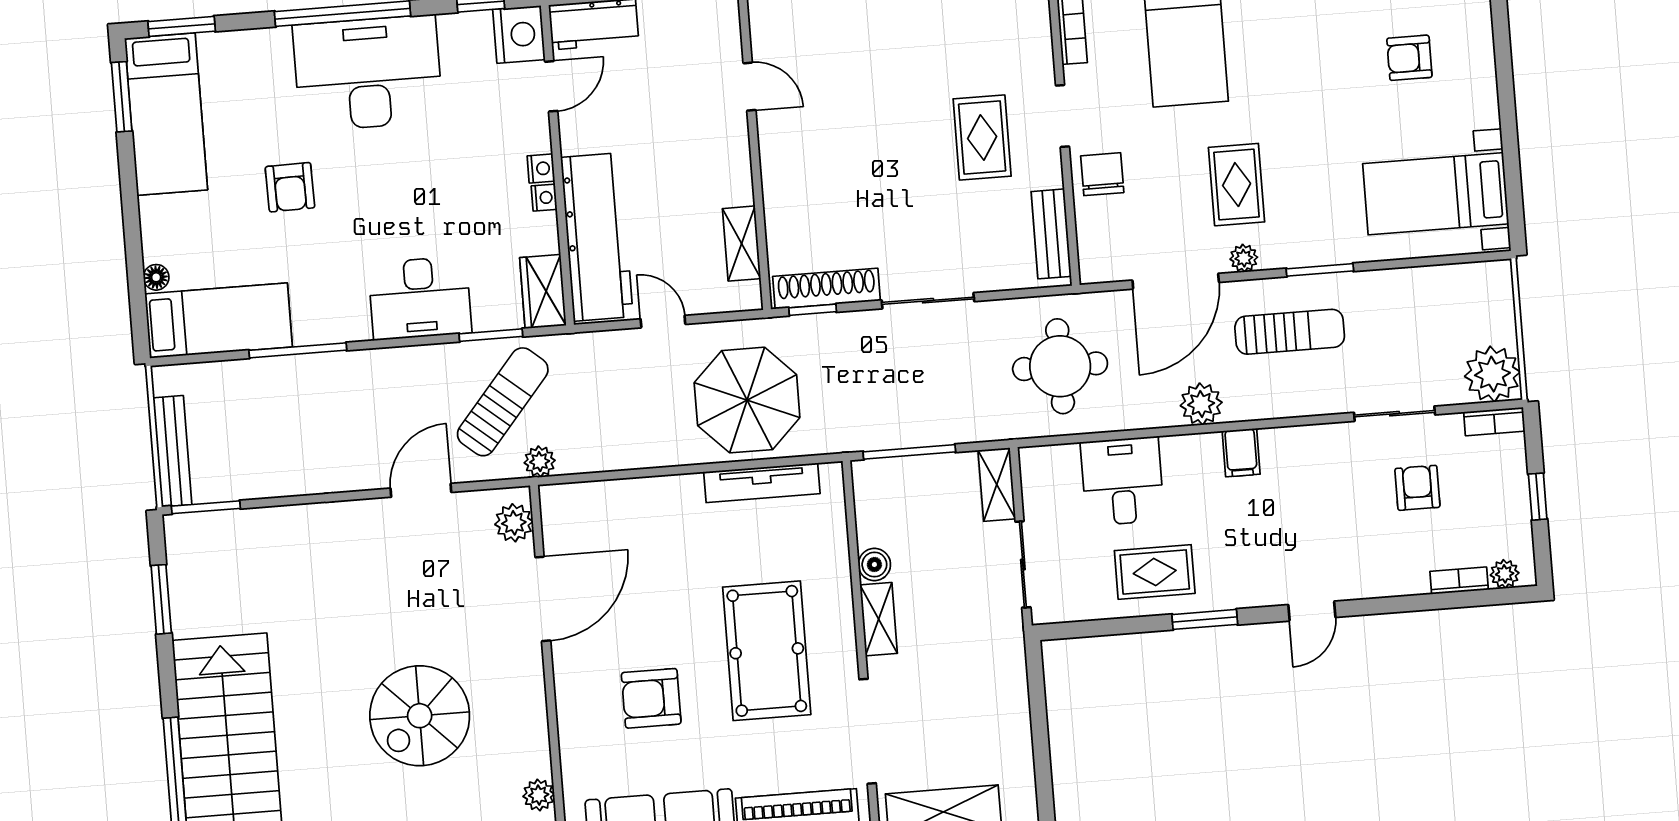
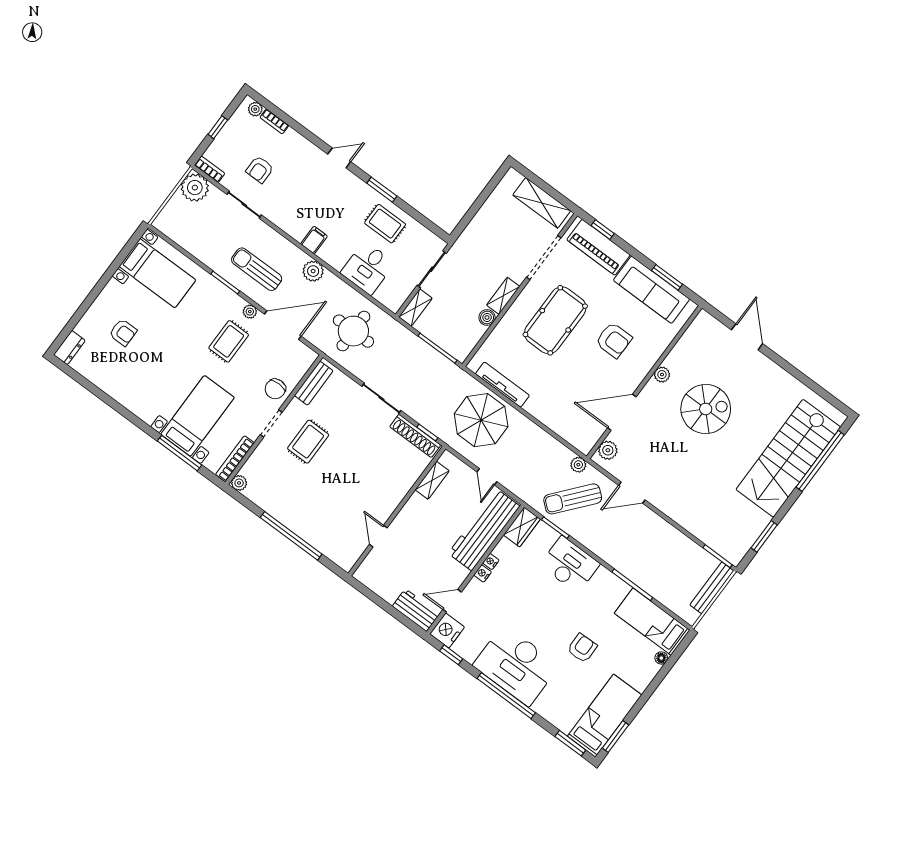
plant: (539, 795) -> (662, 375), moved

